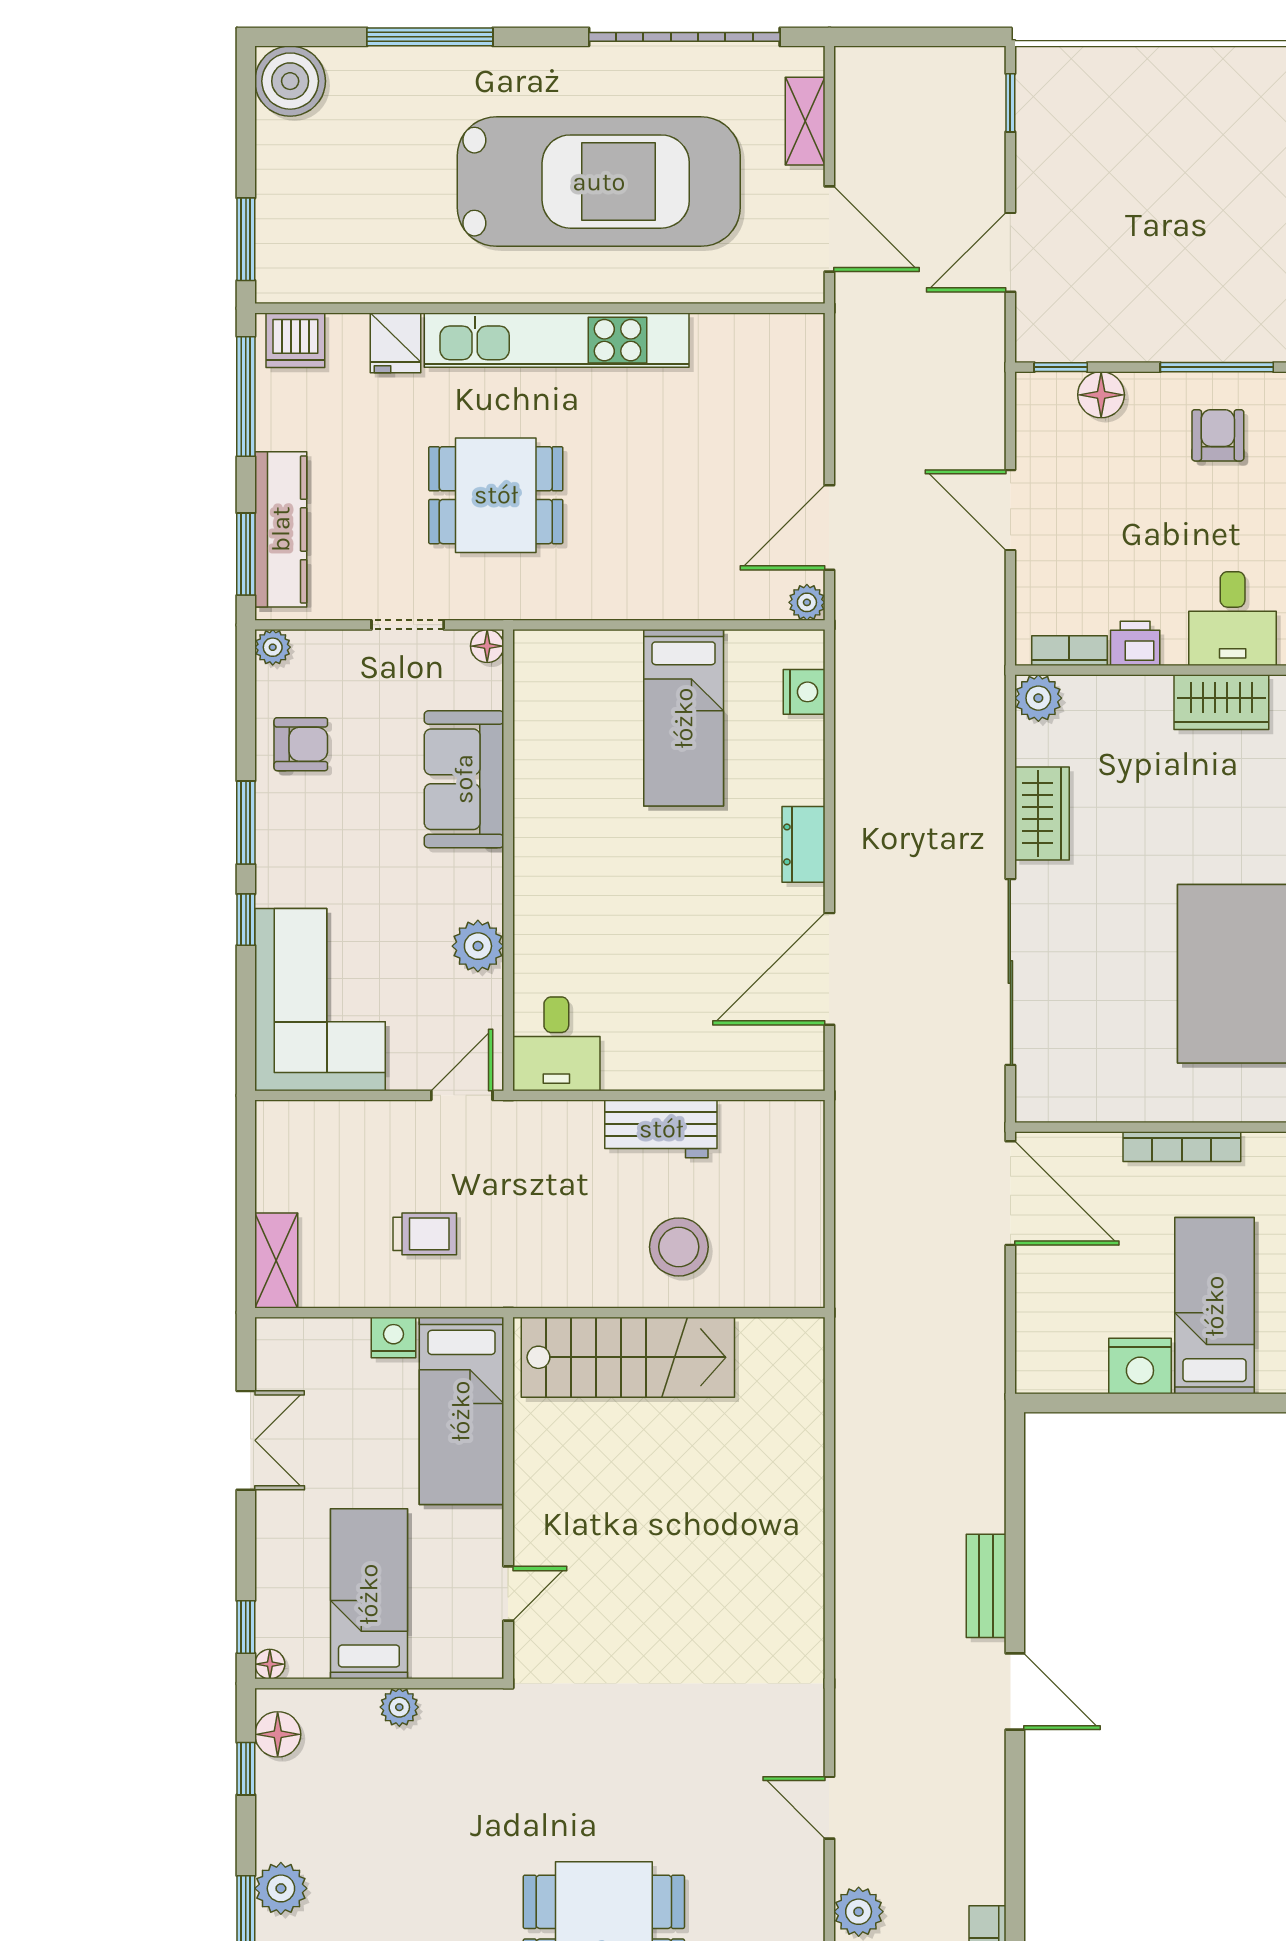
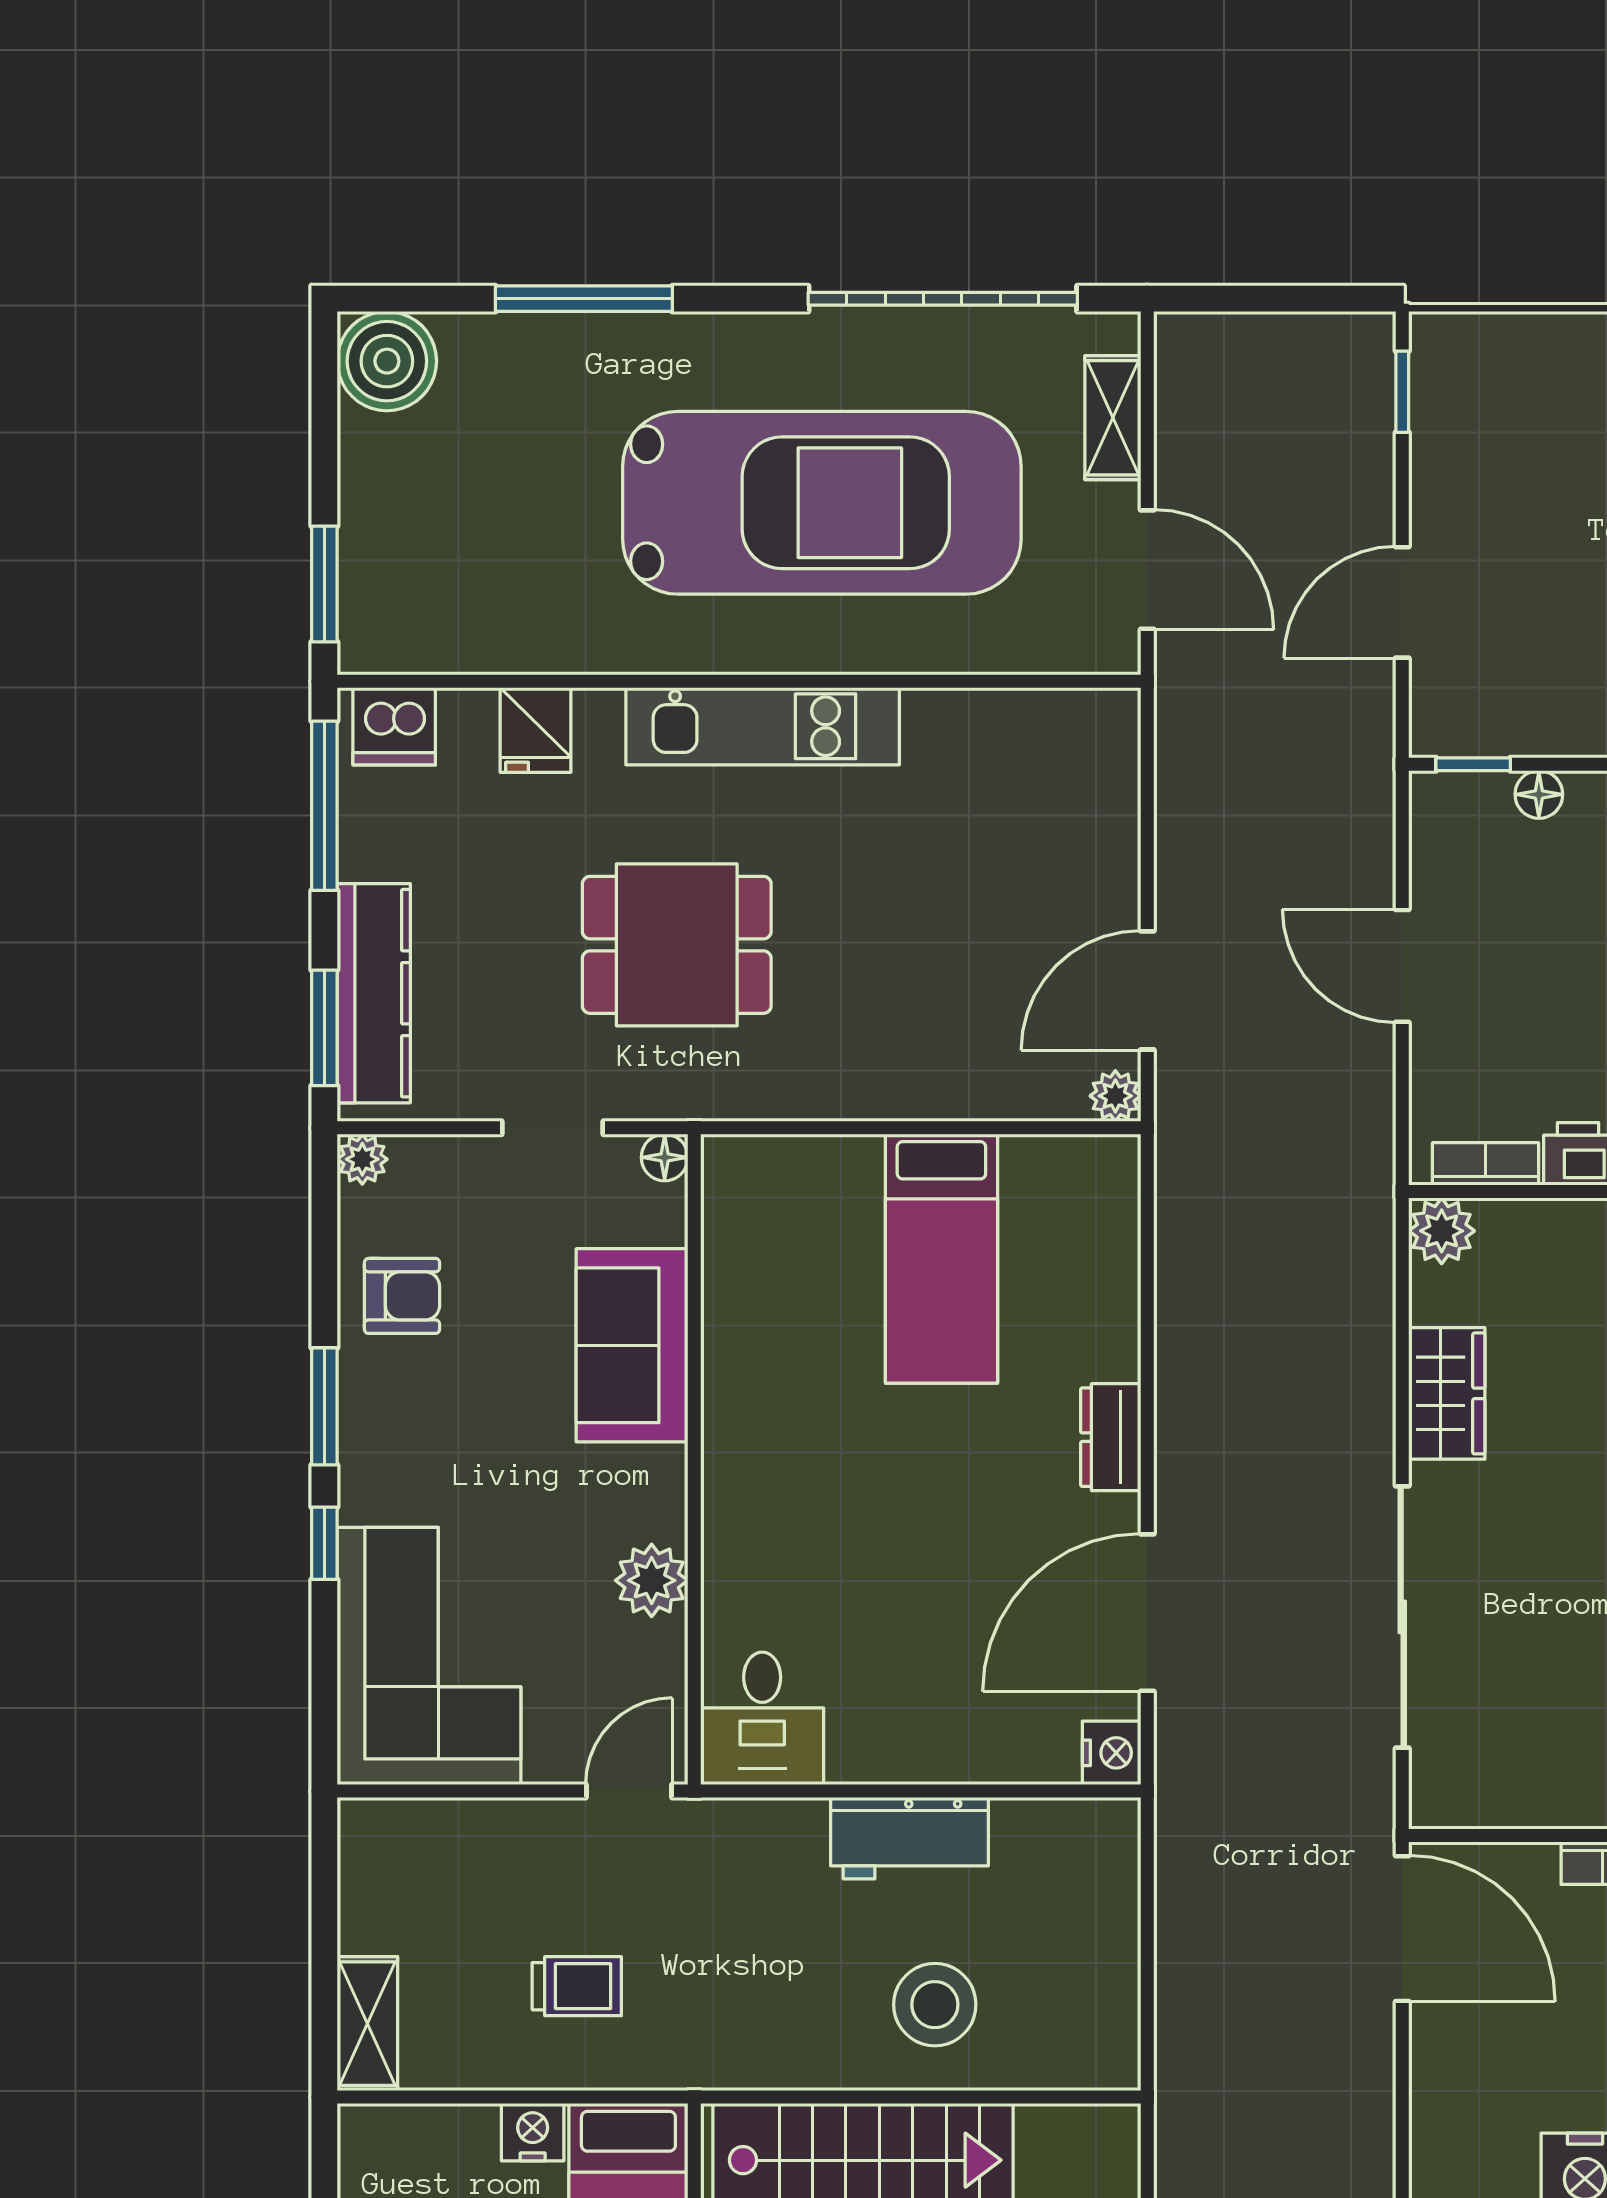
kitchen unit: (557, 340) -> (763, 726), width x0.73
floor lamp: (1101, 395) -> (1539, 794), width x0.73, depth x0.73
nightstand: (804, 692) -> (1112, 1753), moved

